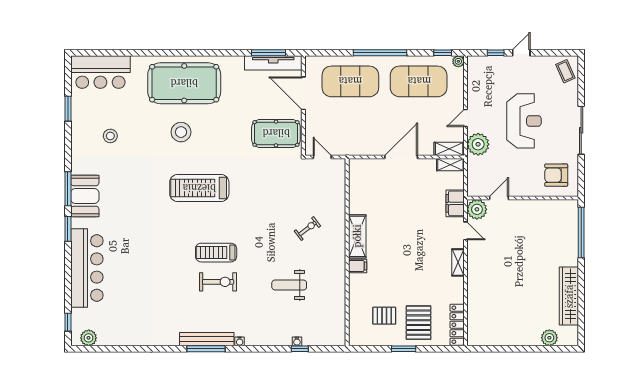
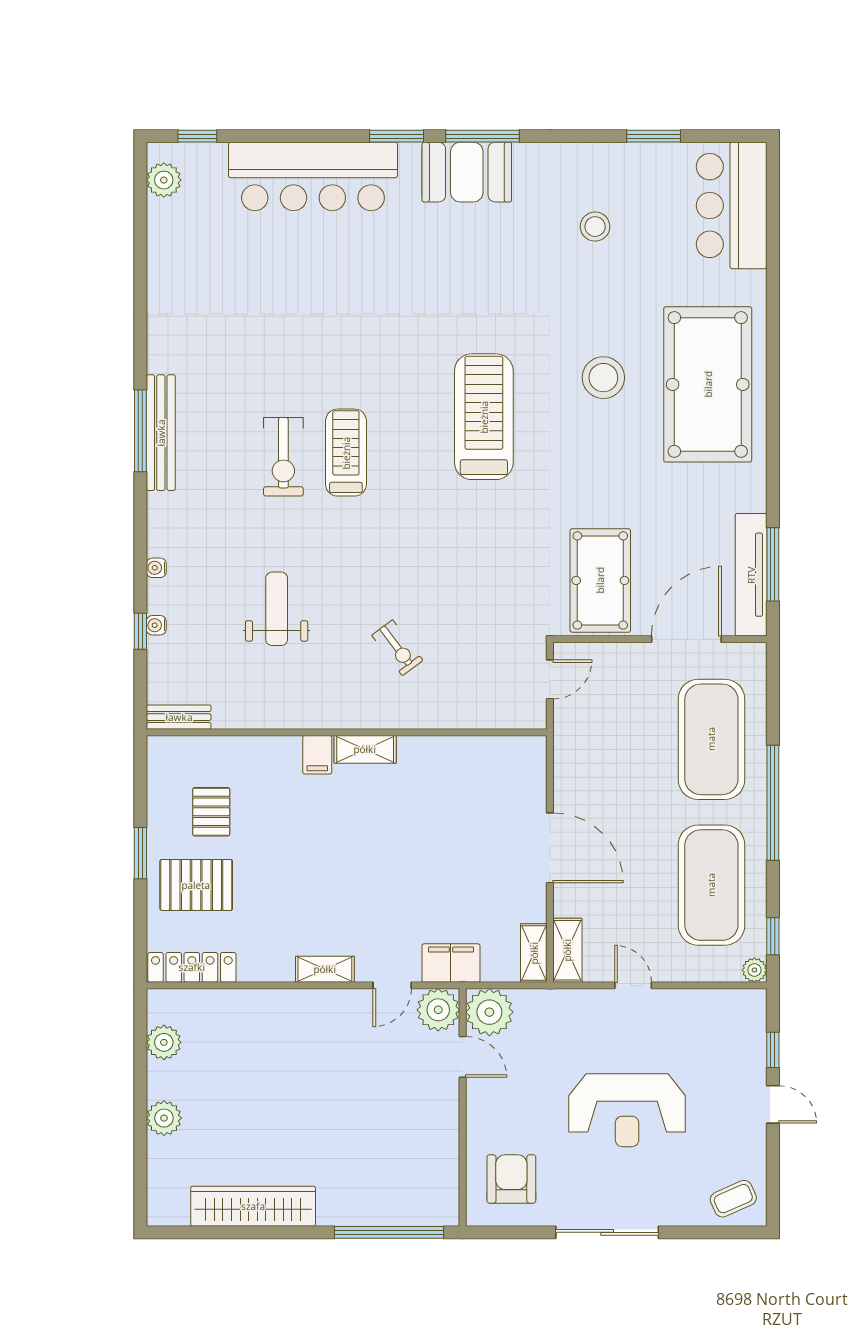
plant: (478, 144) -> (489, 1012), moved
shelving: (357, 236) -> (365, 749), width x0.67, depth x0.75
bench: (340, 331) -> (179, 717), added
plant: (492, 338) -> (164, 1042), added
plant: (549, 338) -> (164, 1118), moved
water cooler: (240, 341) -> (156, 568), moved

